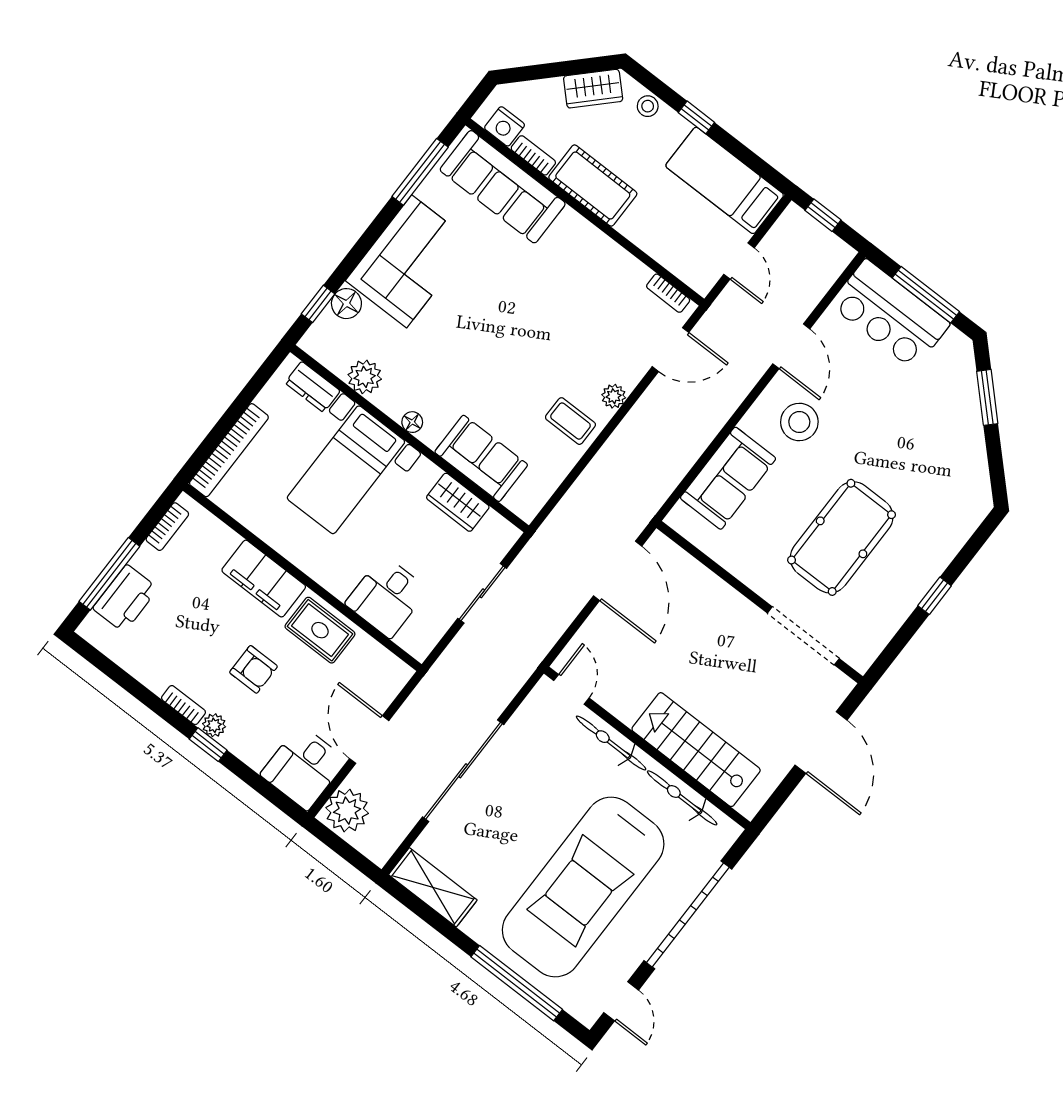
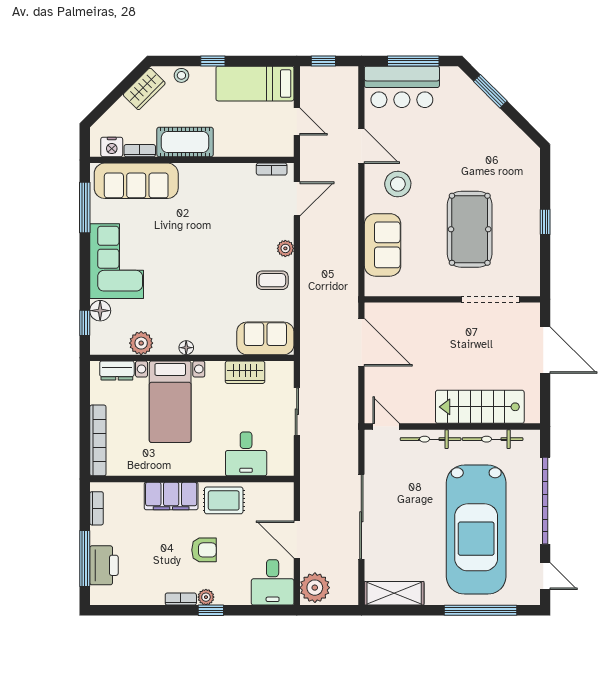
sofa: (481, 458) -> (265, 338), moved

